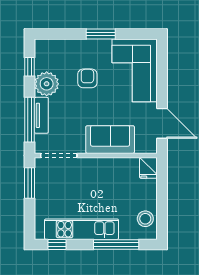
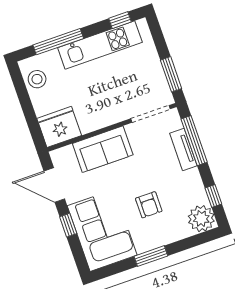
plant: (47, 84) -> (201, 219), moved
window: (162, 85) -> (68, 225), added
fridge: (148, 168) -> (59, 127), width x1.88, depth x1.34

